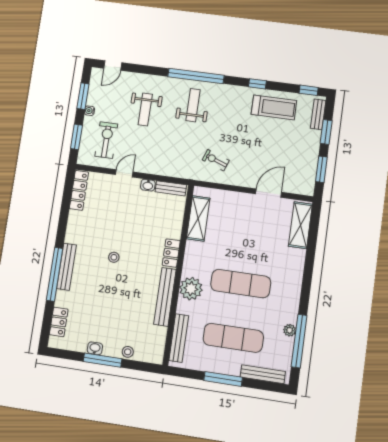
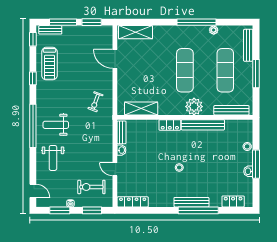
treadmill: (274, 107) -> (49, 64), turned 180
weight bench: (145, 109) -> (53, 158), moved, turned 90
window: (326, 132) -> (63, 22), width x1.44
window: (299, 341) -> (197, 22), moved

